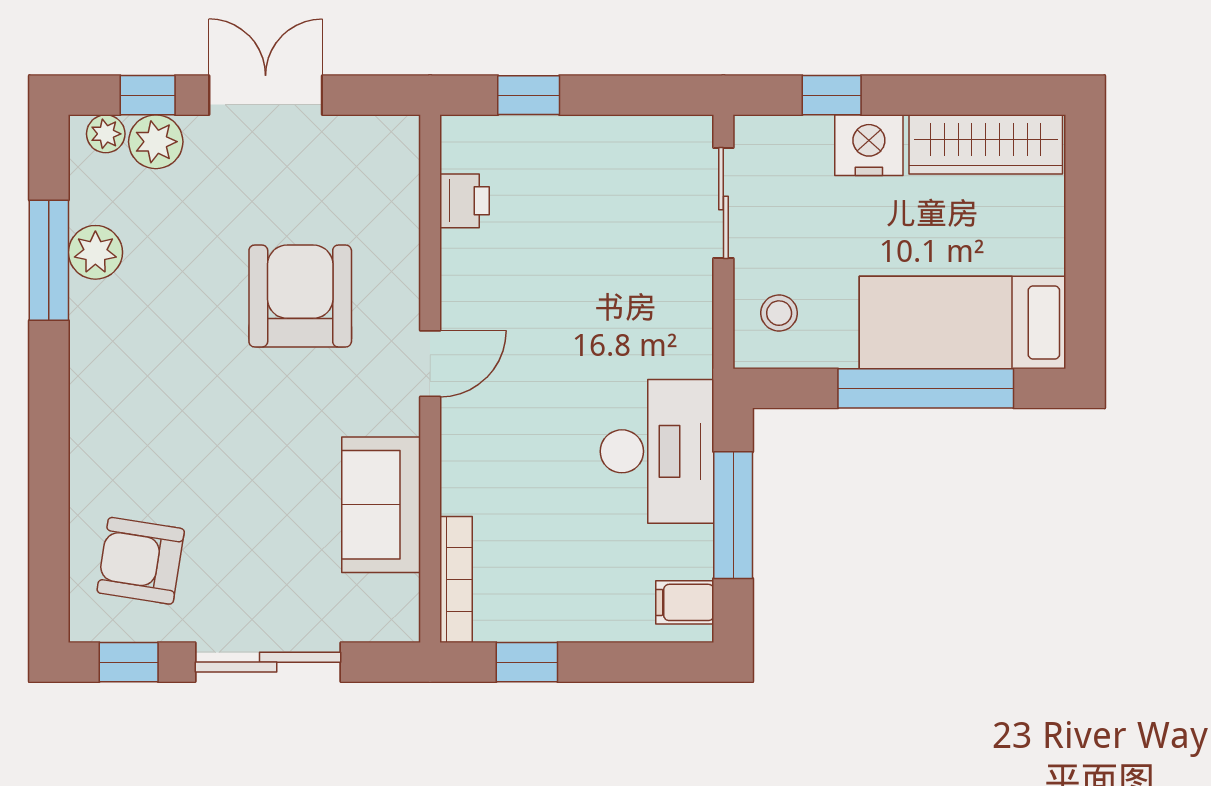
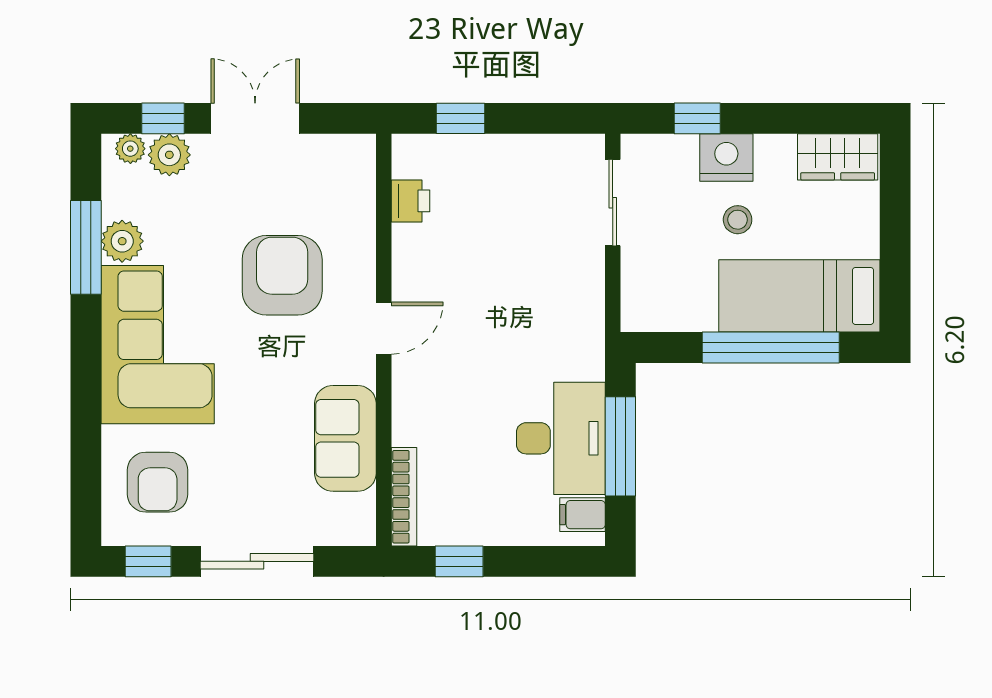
wardrobe: (986, 144) -> (838, 157), width x0.67
stool: (779, 313) -> (738, 220), moved
corner sofa: (141, 385) -> (158, 345), added
desk: (657, 451) -> (561, 438), moved
armchair: (141, 561) -> (158, 482), turned -99

